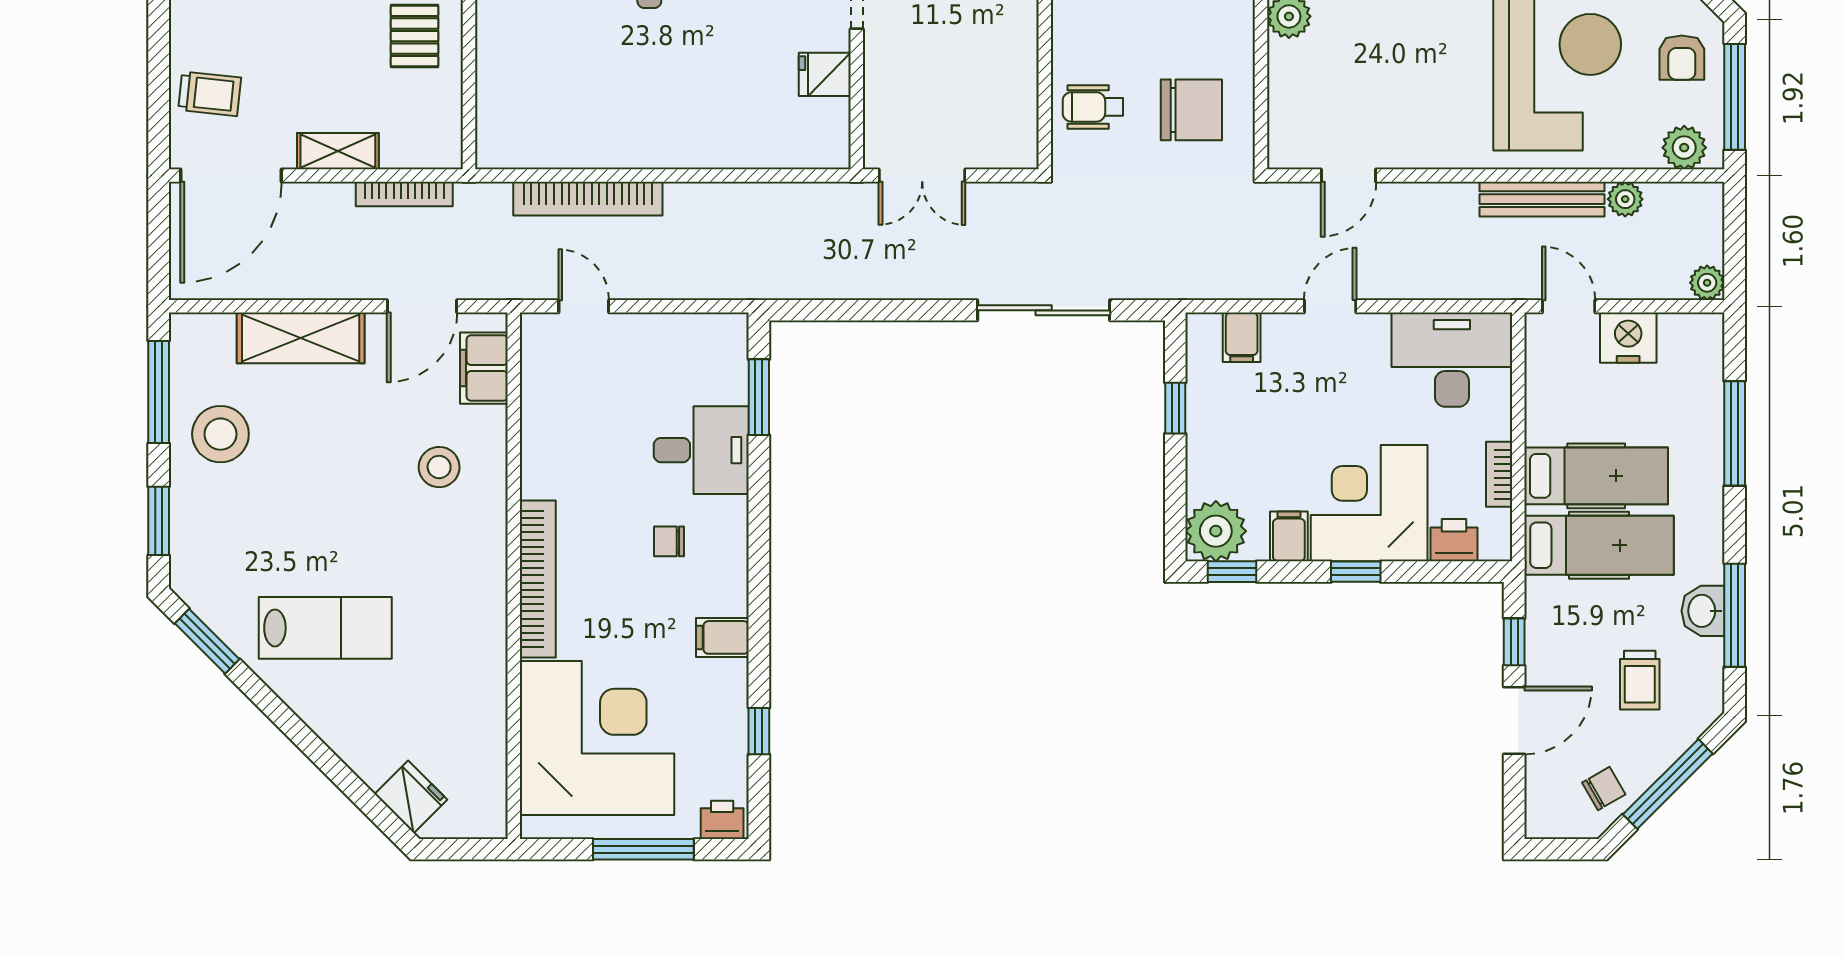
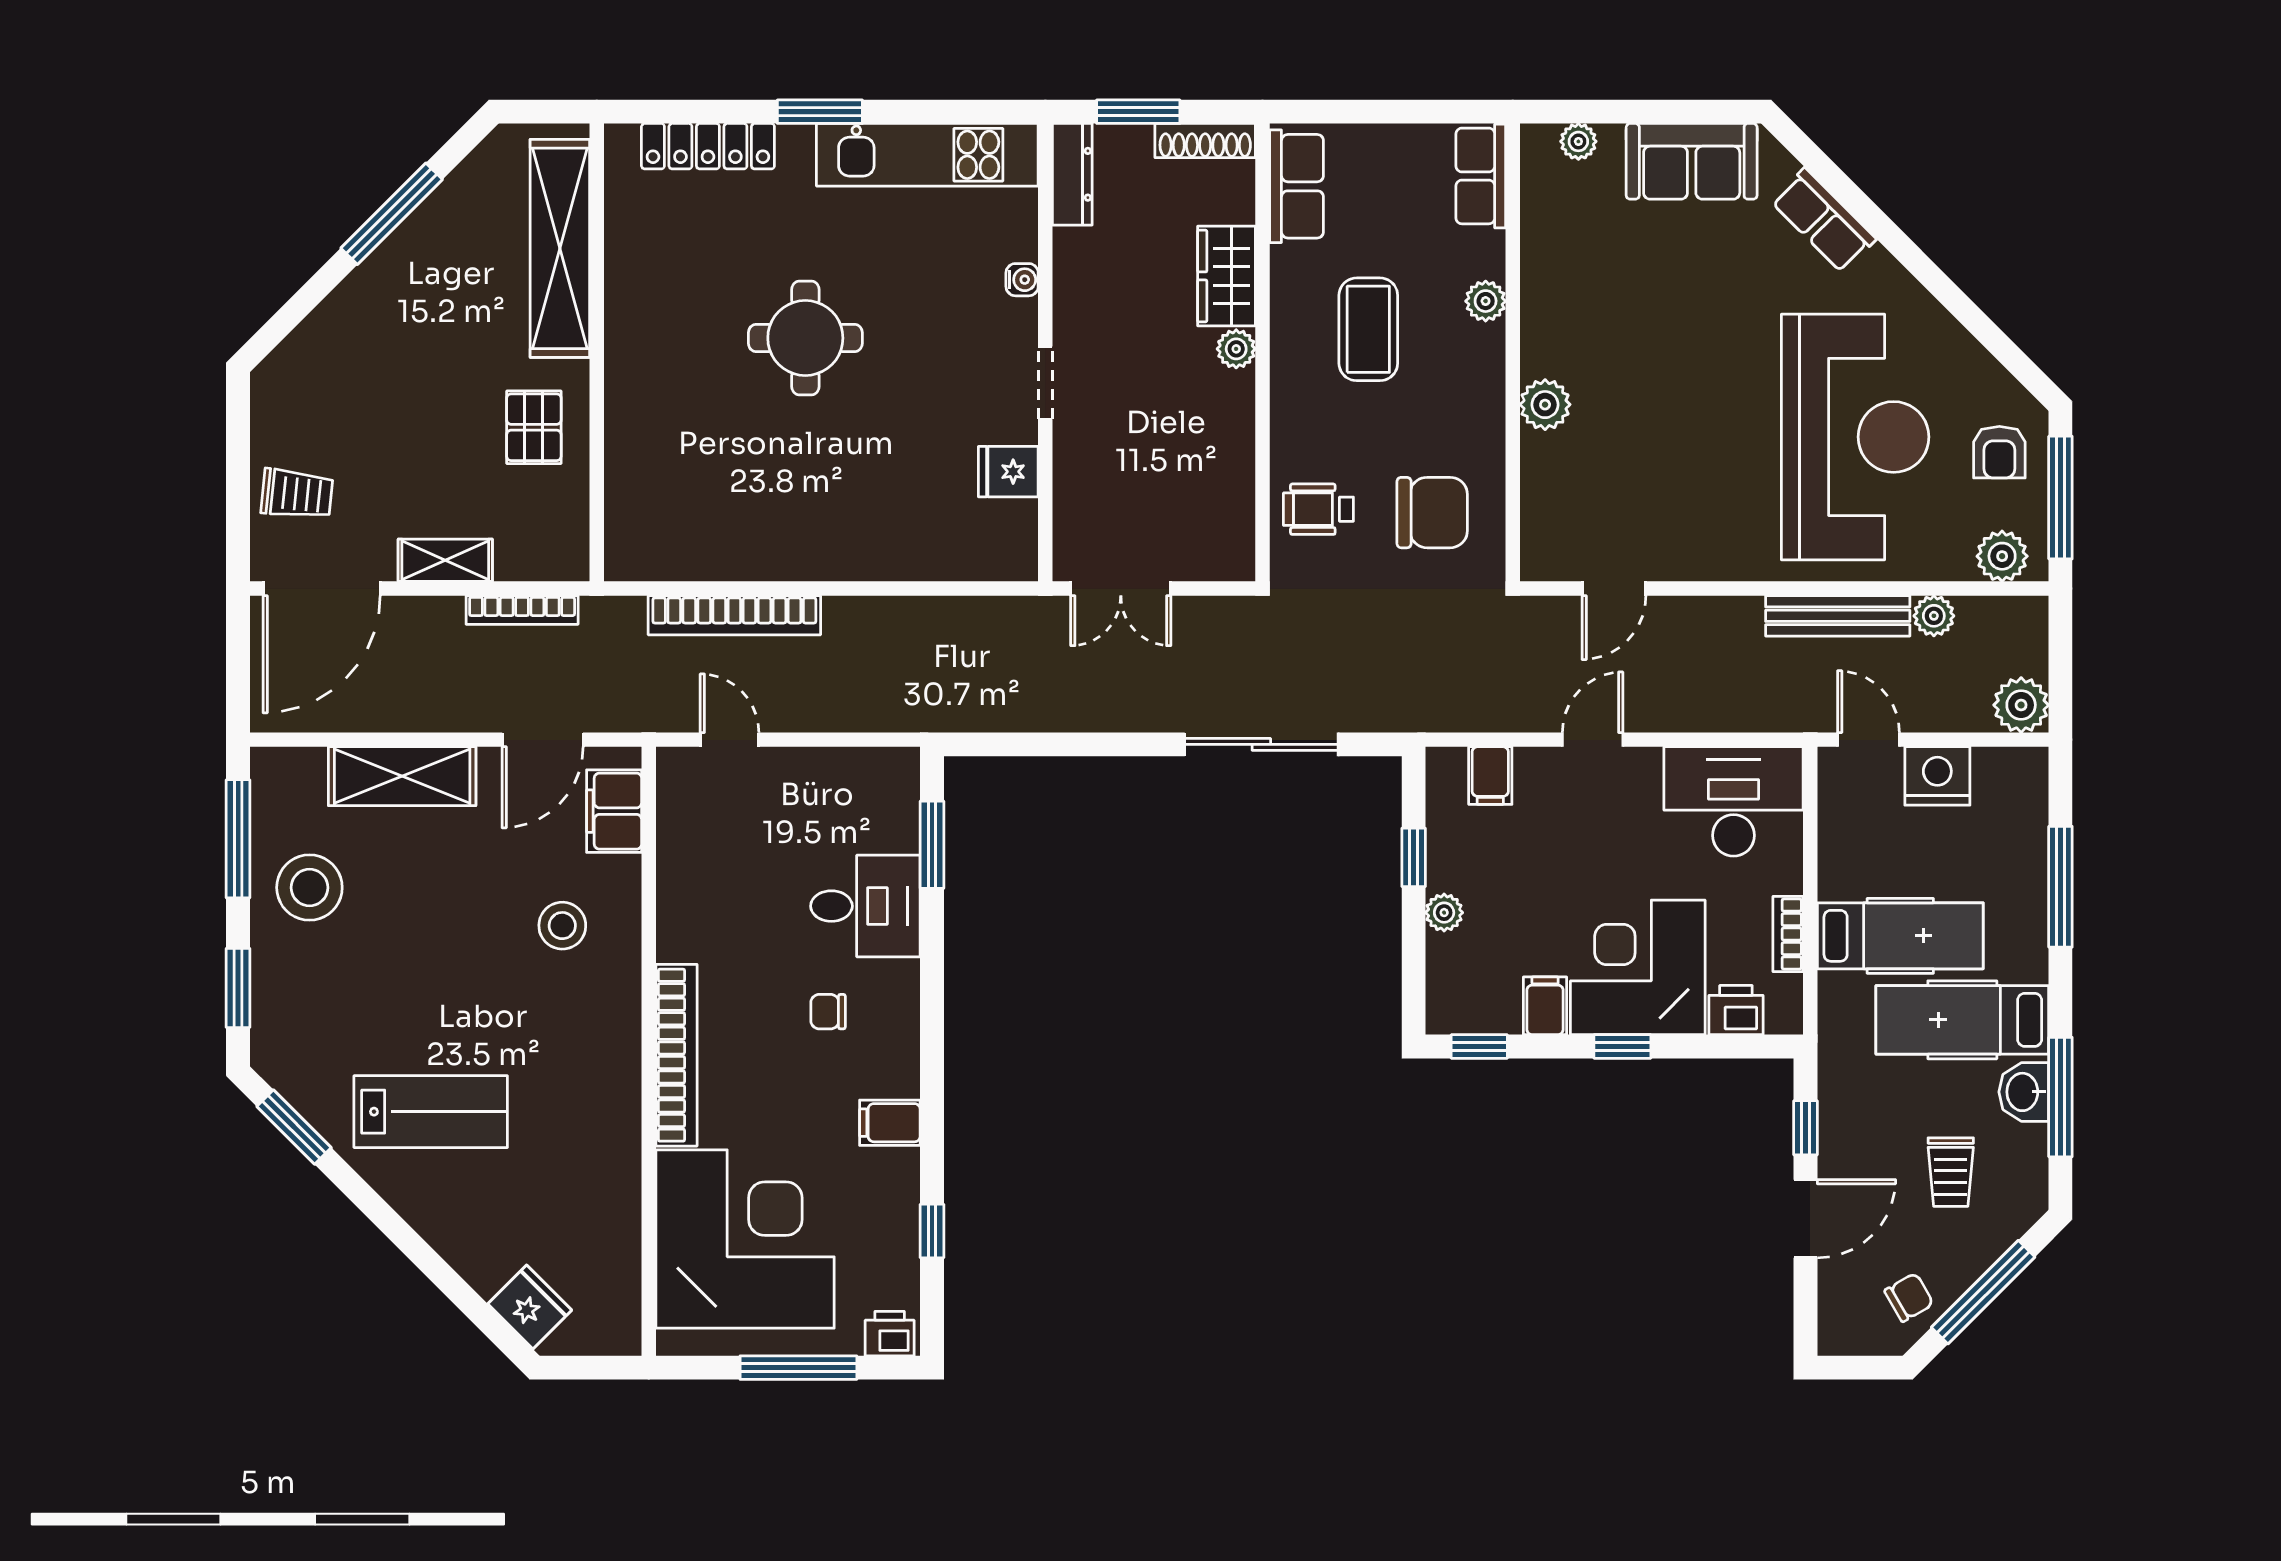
plant: (1707, 283) -> (2021, 705), width x1.38, depth x1.38
plant: (1216, 531) -> (1444, 913), moved, width x0.53, depth x0.53
hospital bed: (1599, 545) -> (1962, 1020), moved, turned 180

